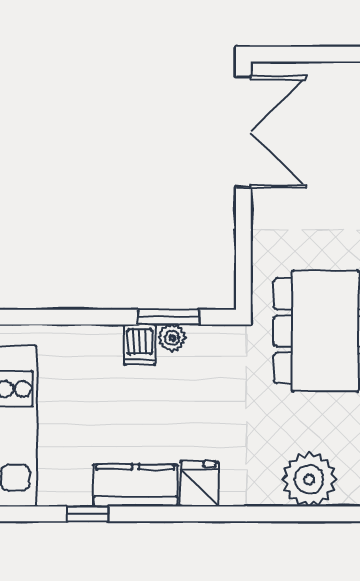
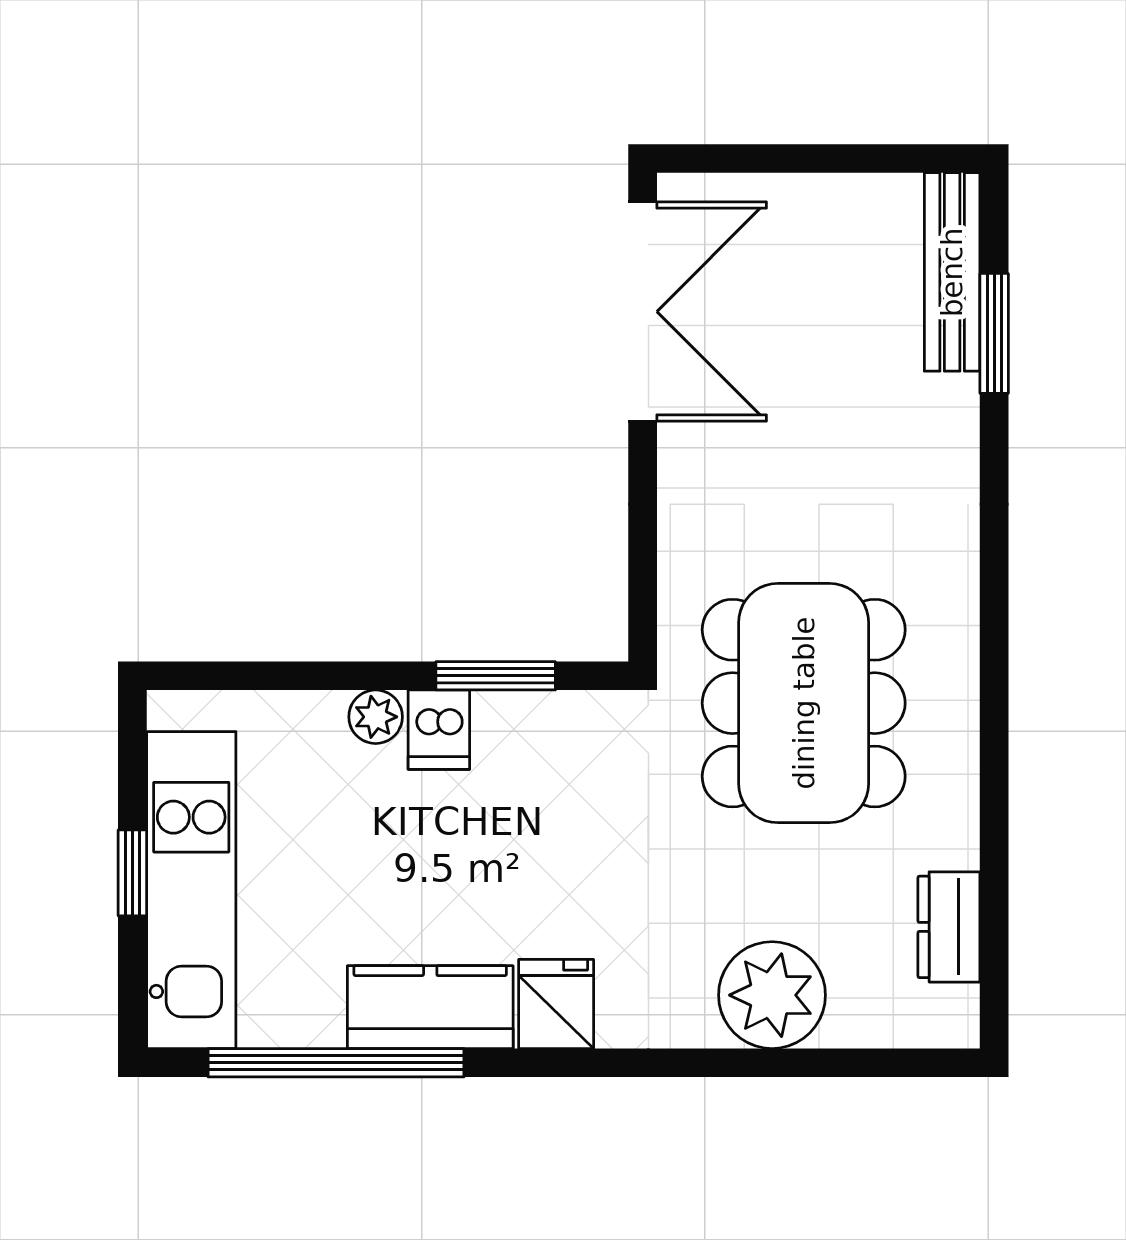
plant: (172, 338) -> (376, 717), moved
window: (87, 514) -> (336, 1063), width x3.17

